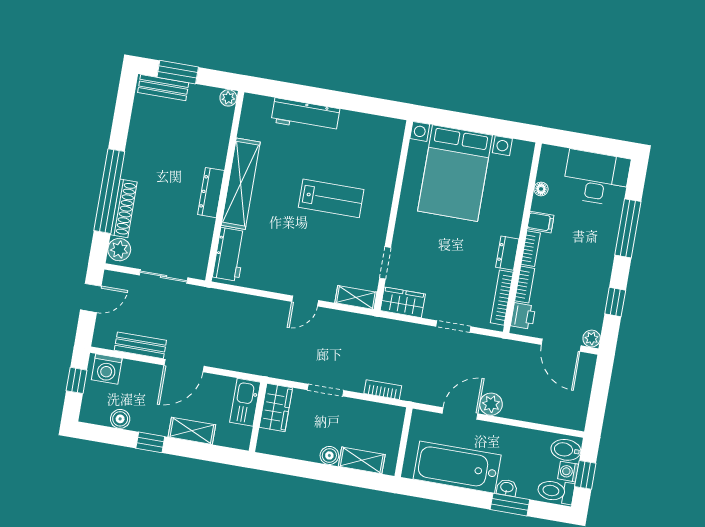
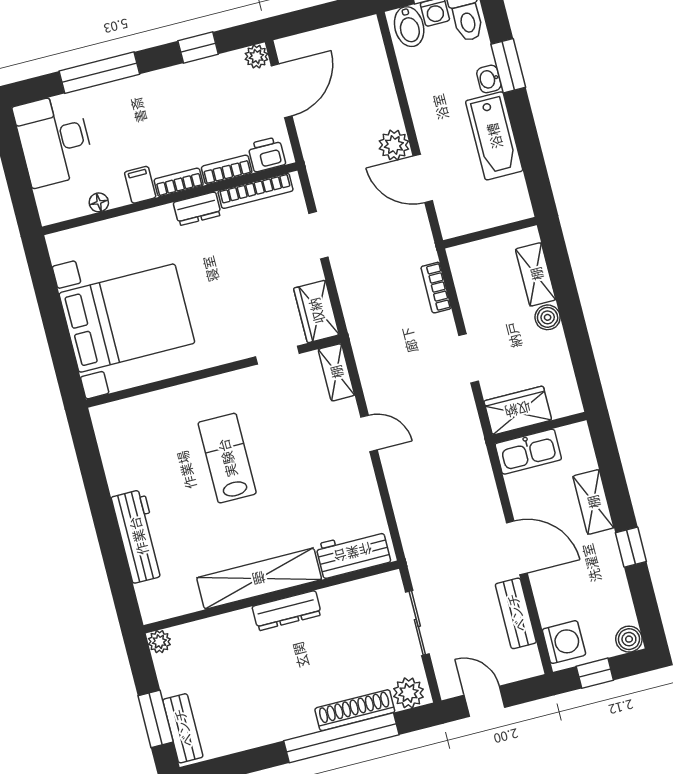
boiler: (120, 419) -> (629, 639), moved
bathtub: (457, 467) -> (494, 136), width x0.73, depth x0.73

